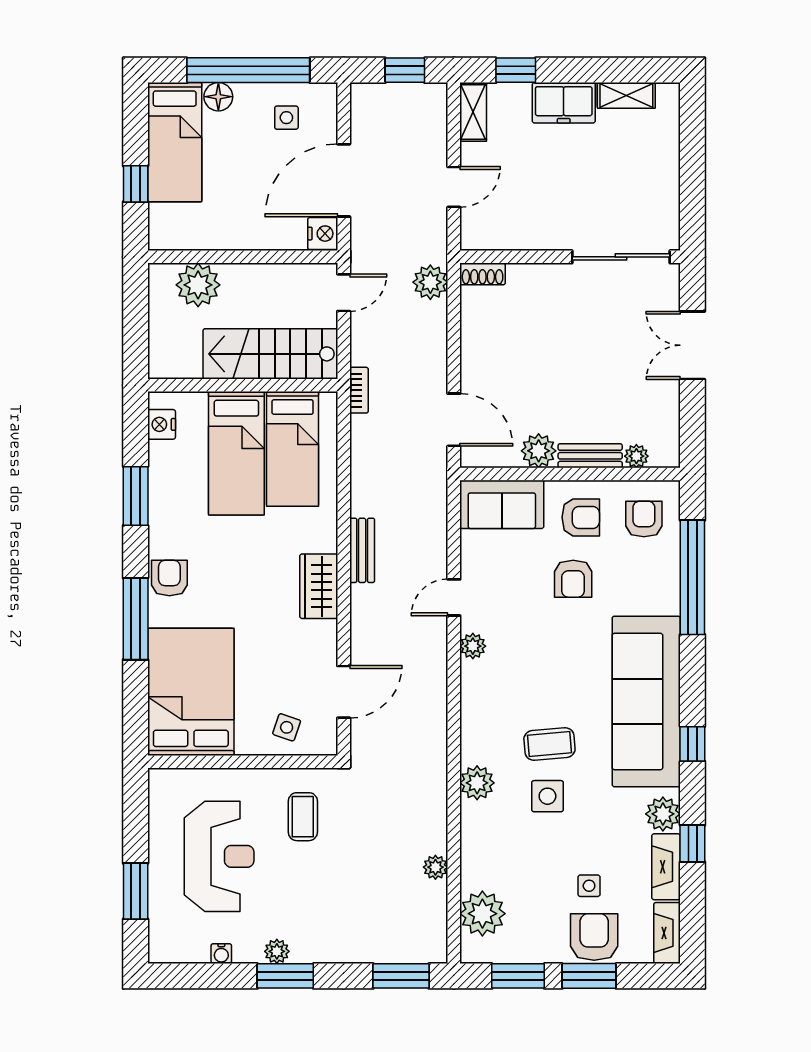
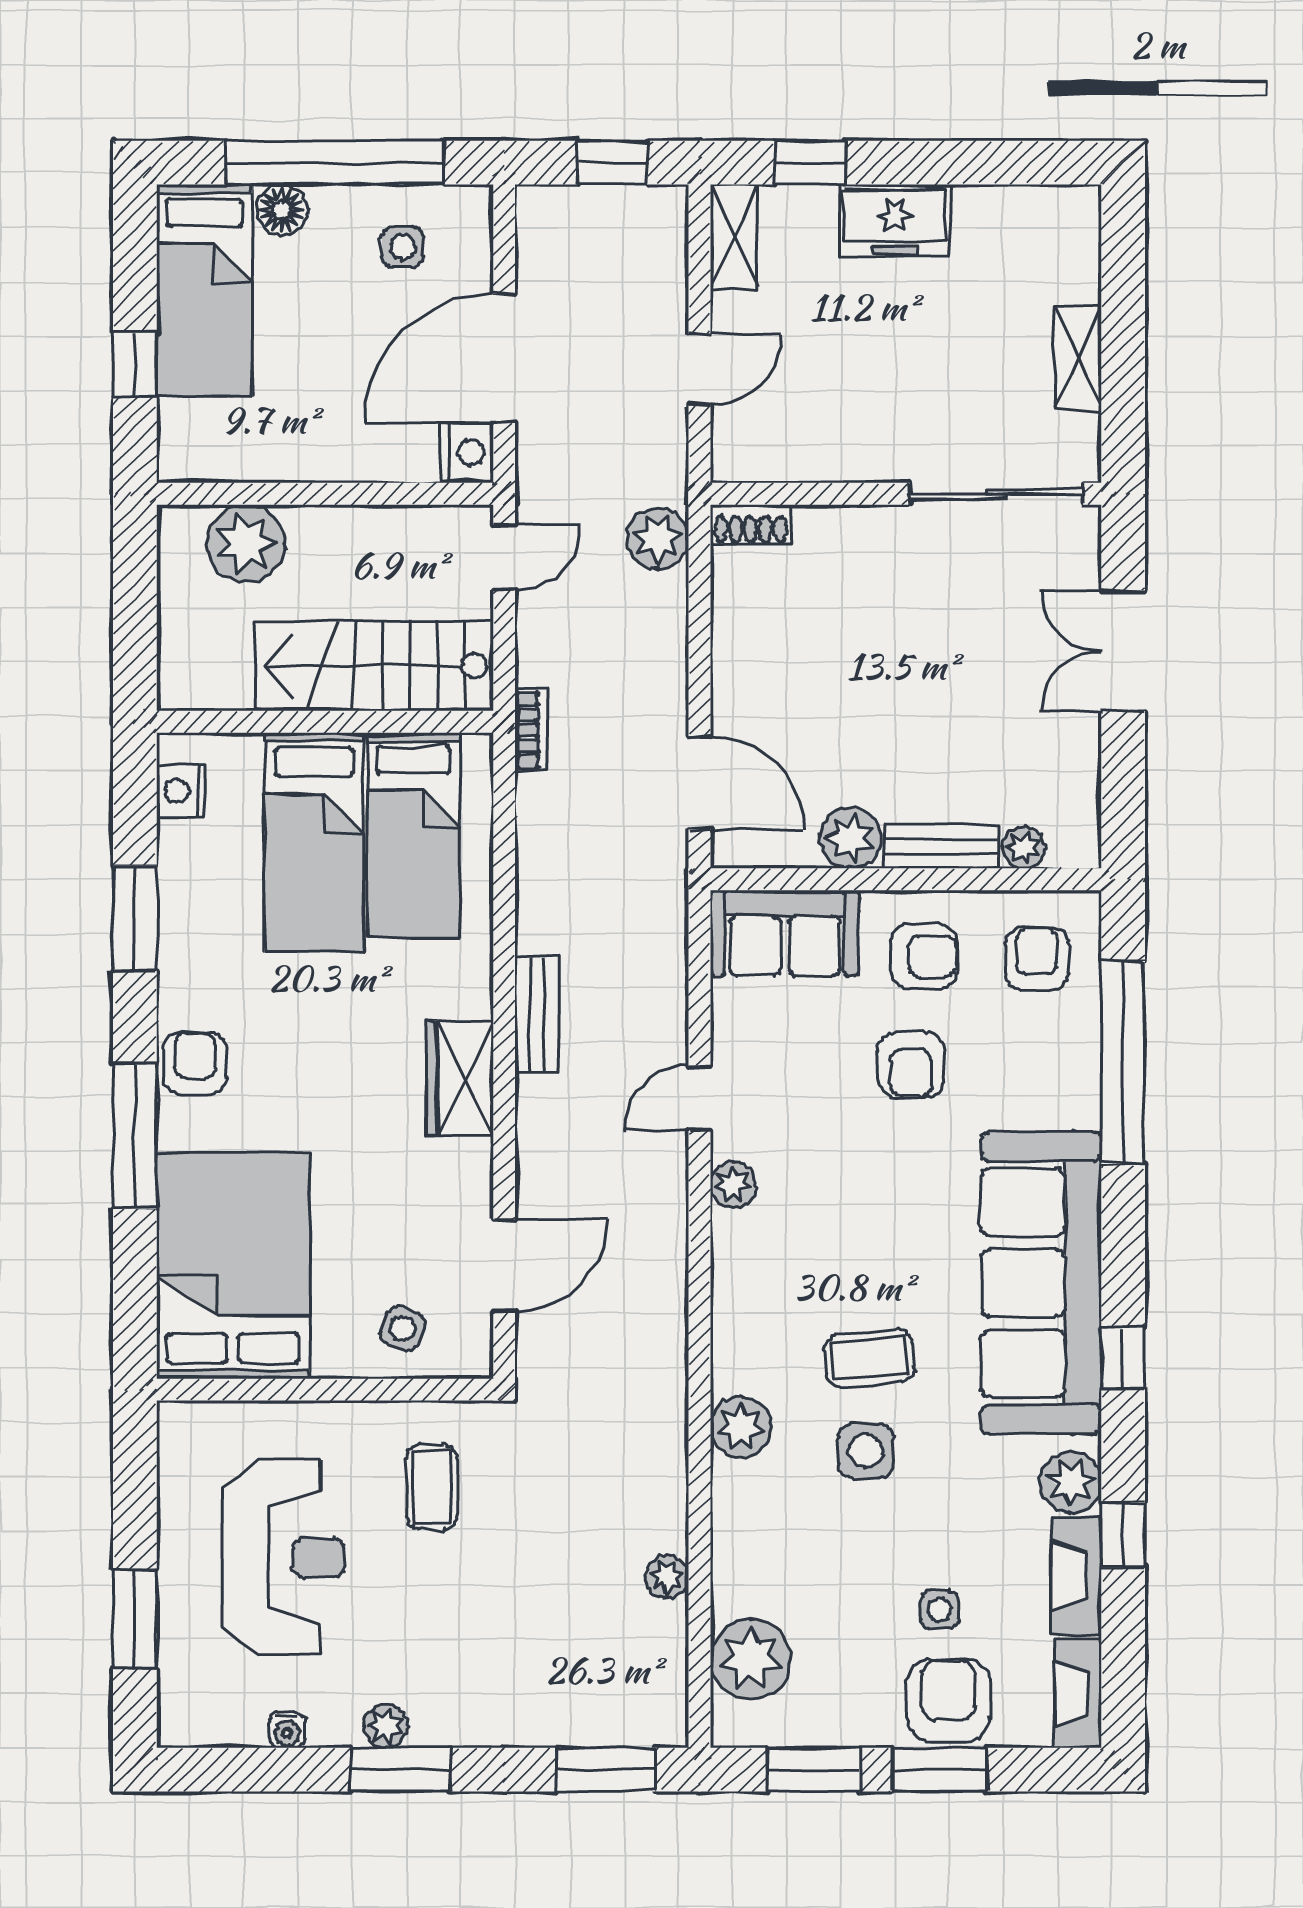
shelving: (626, 95) -> (1078, 358), moved, turned 90

